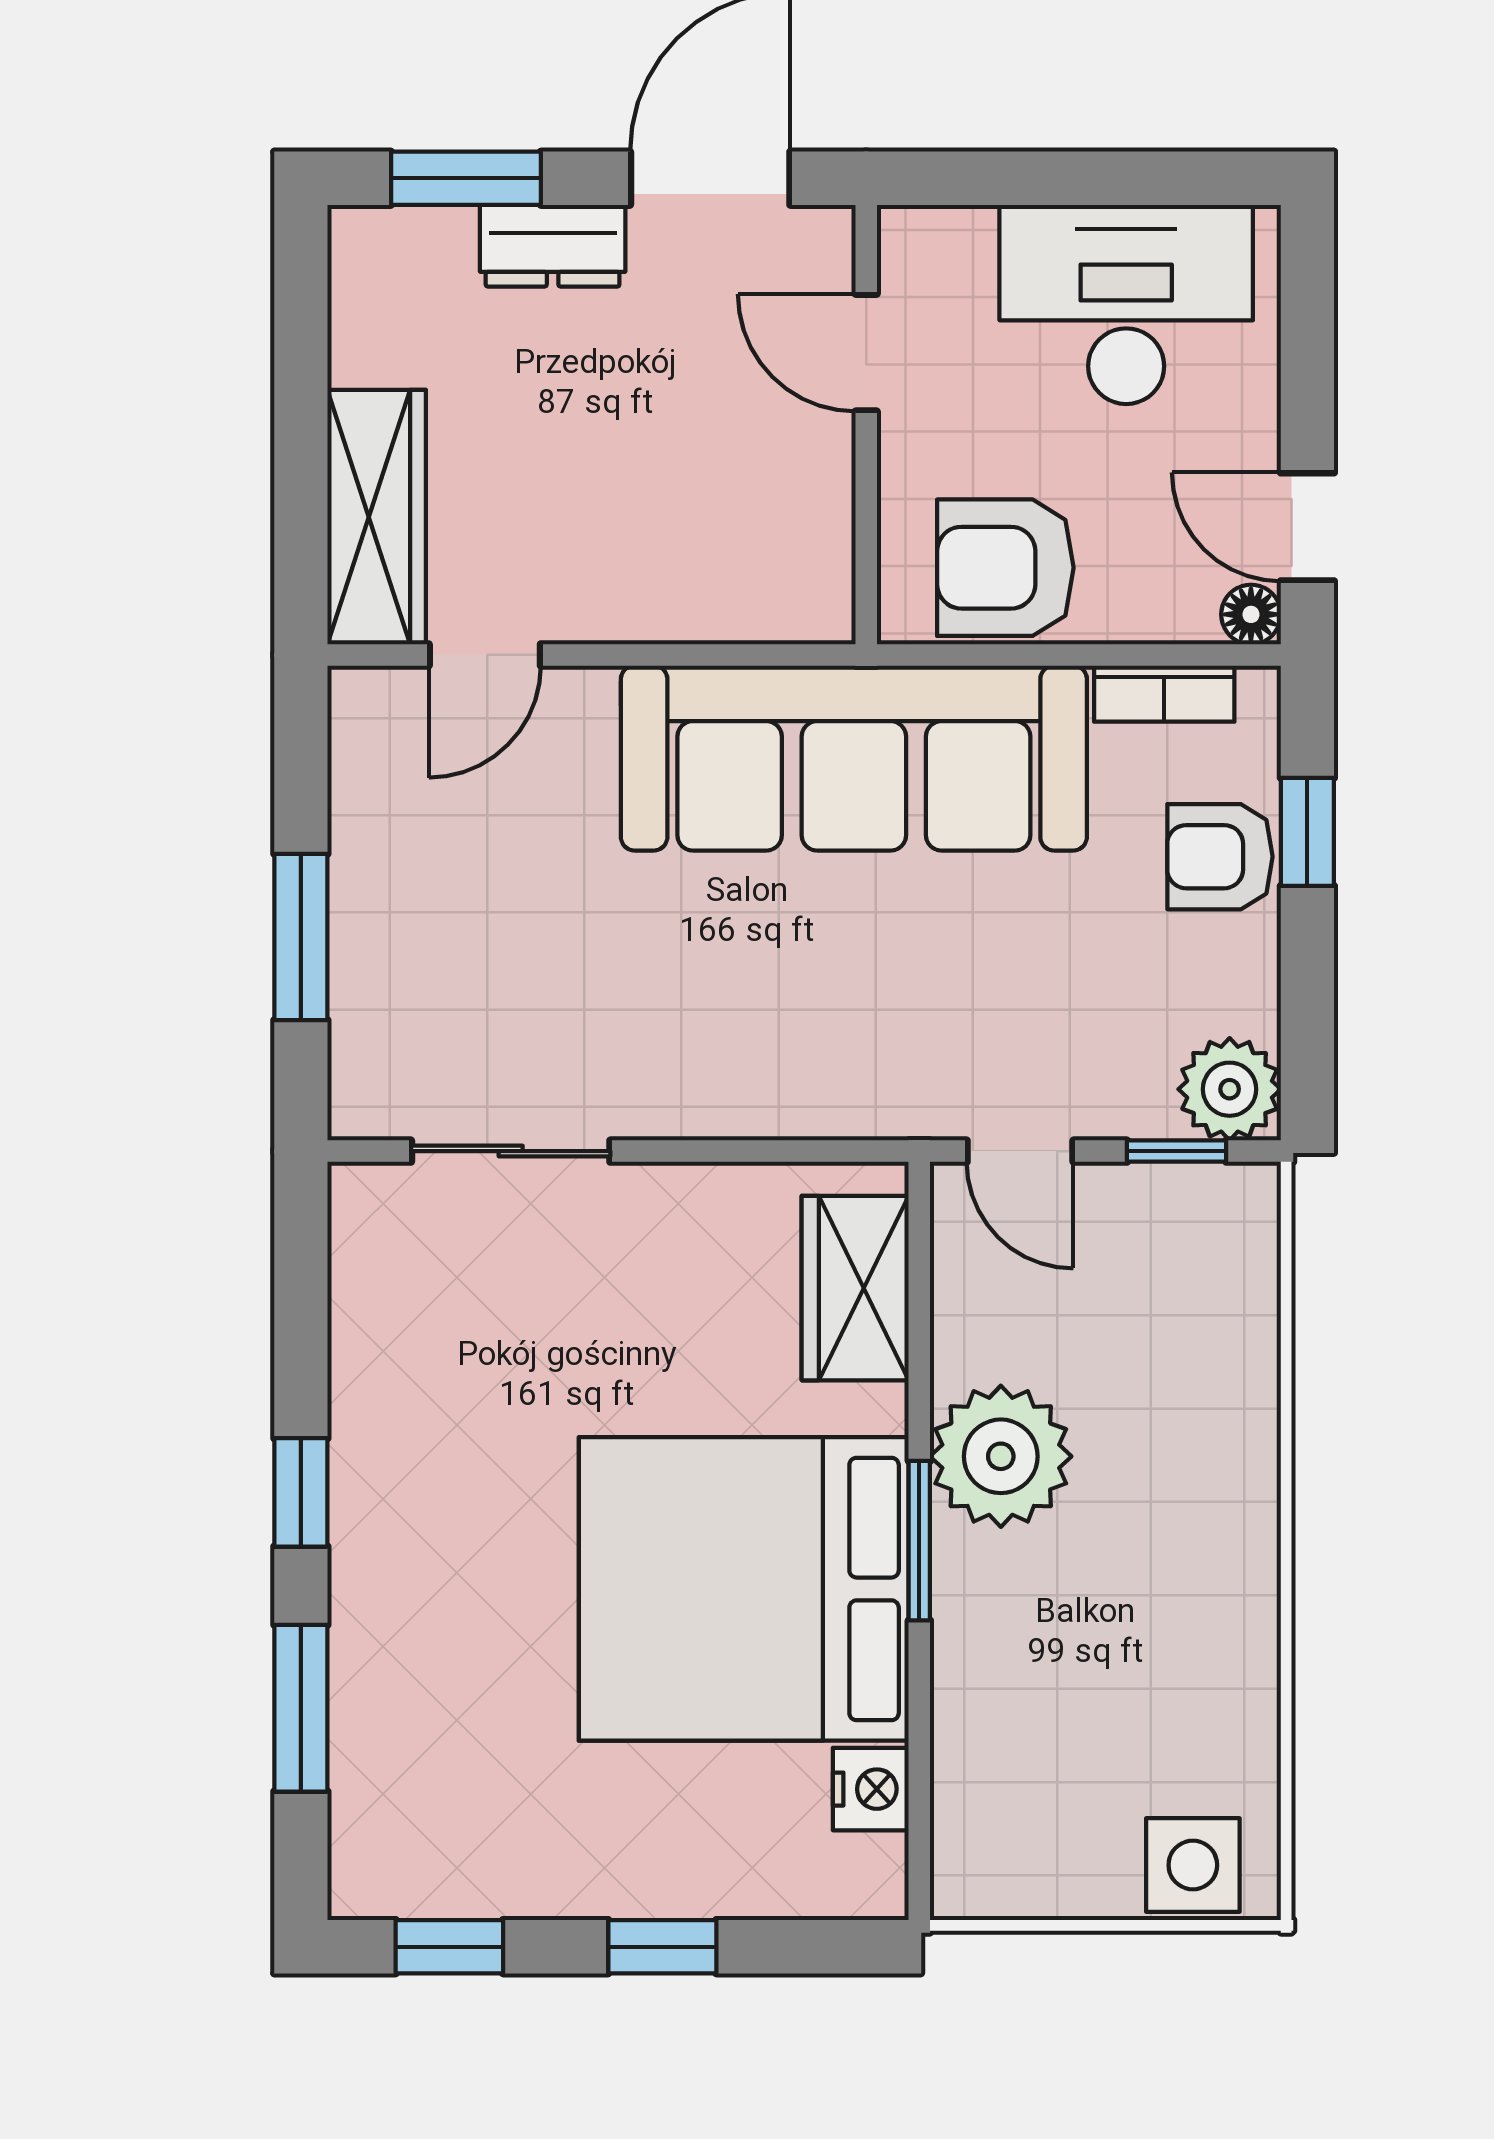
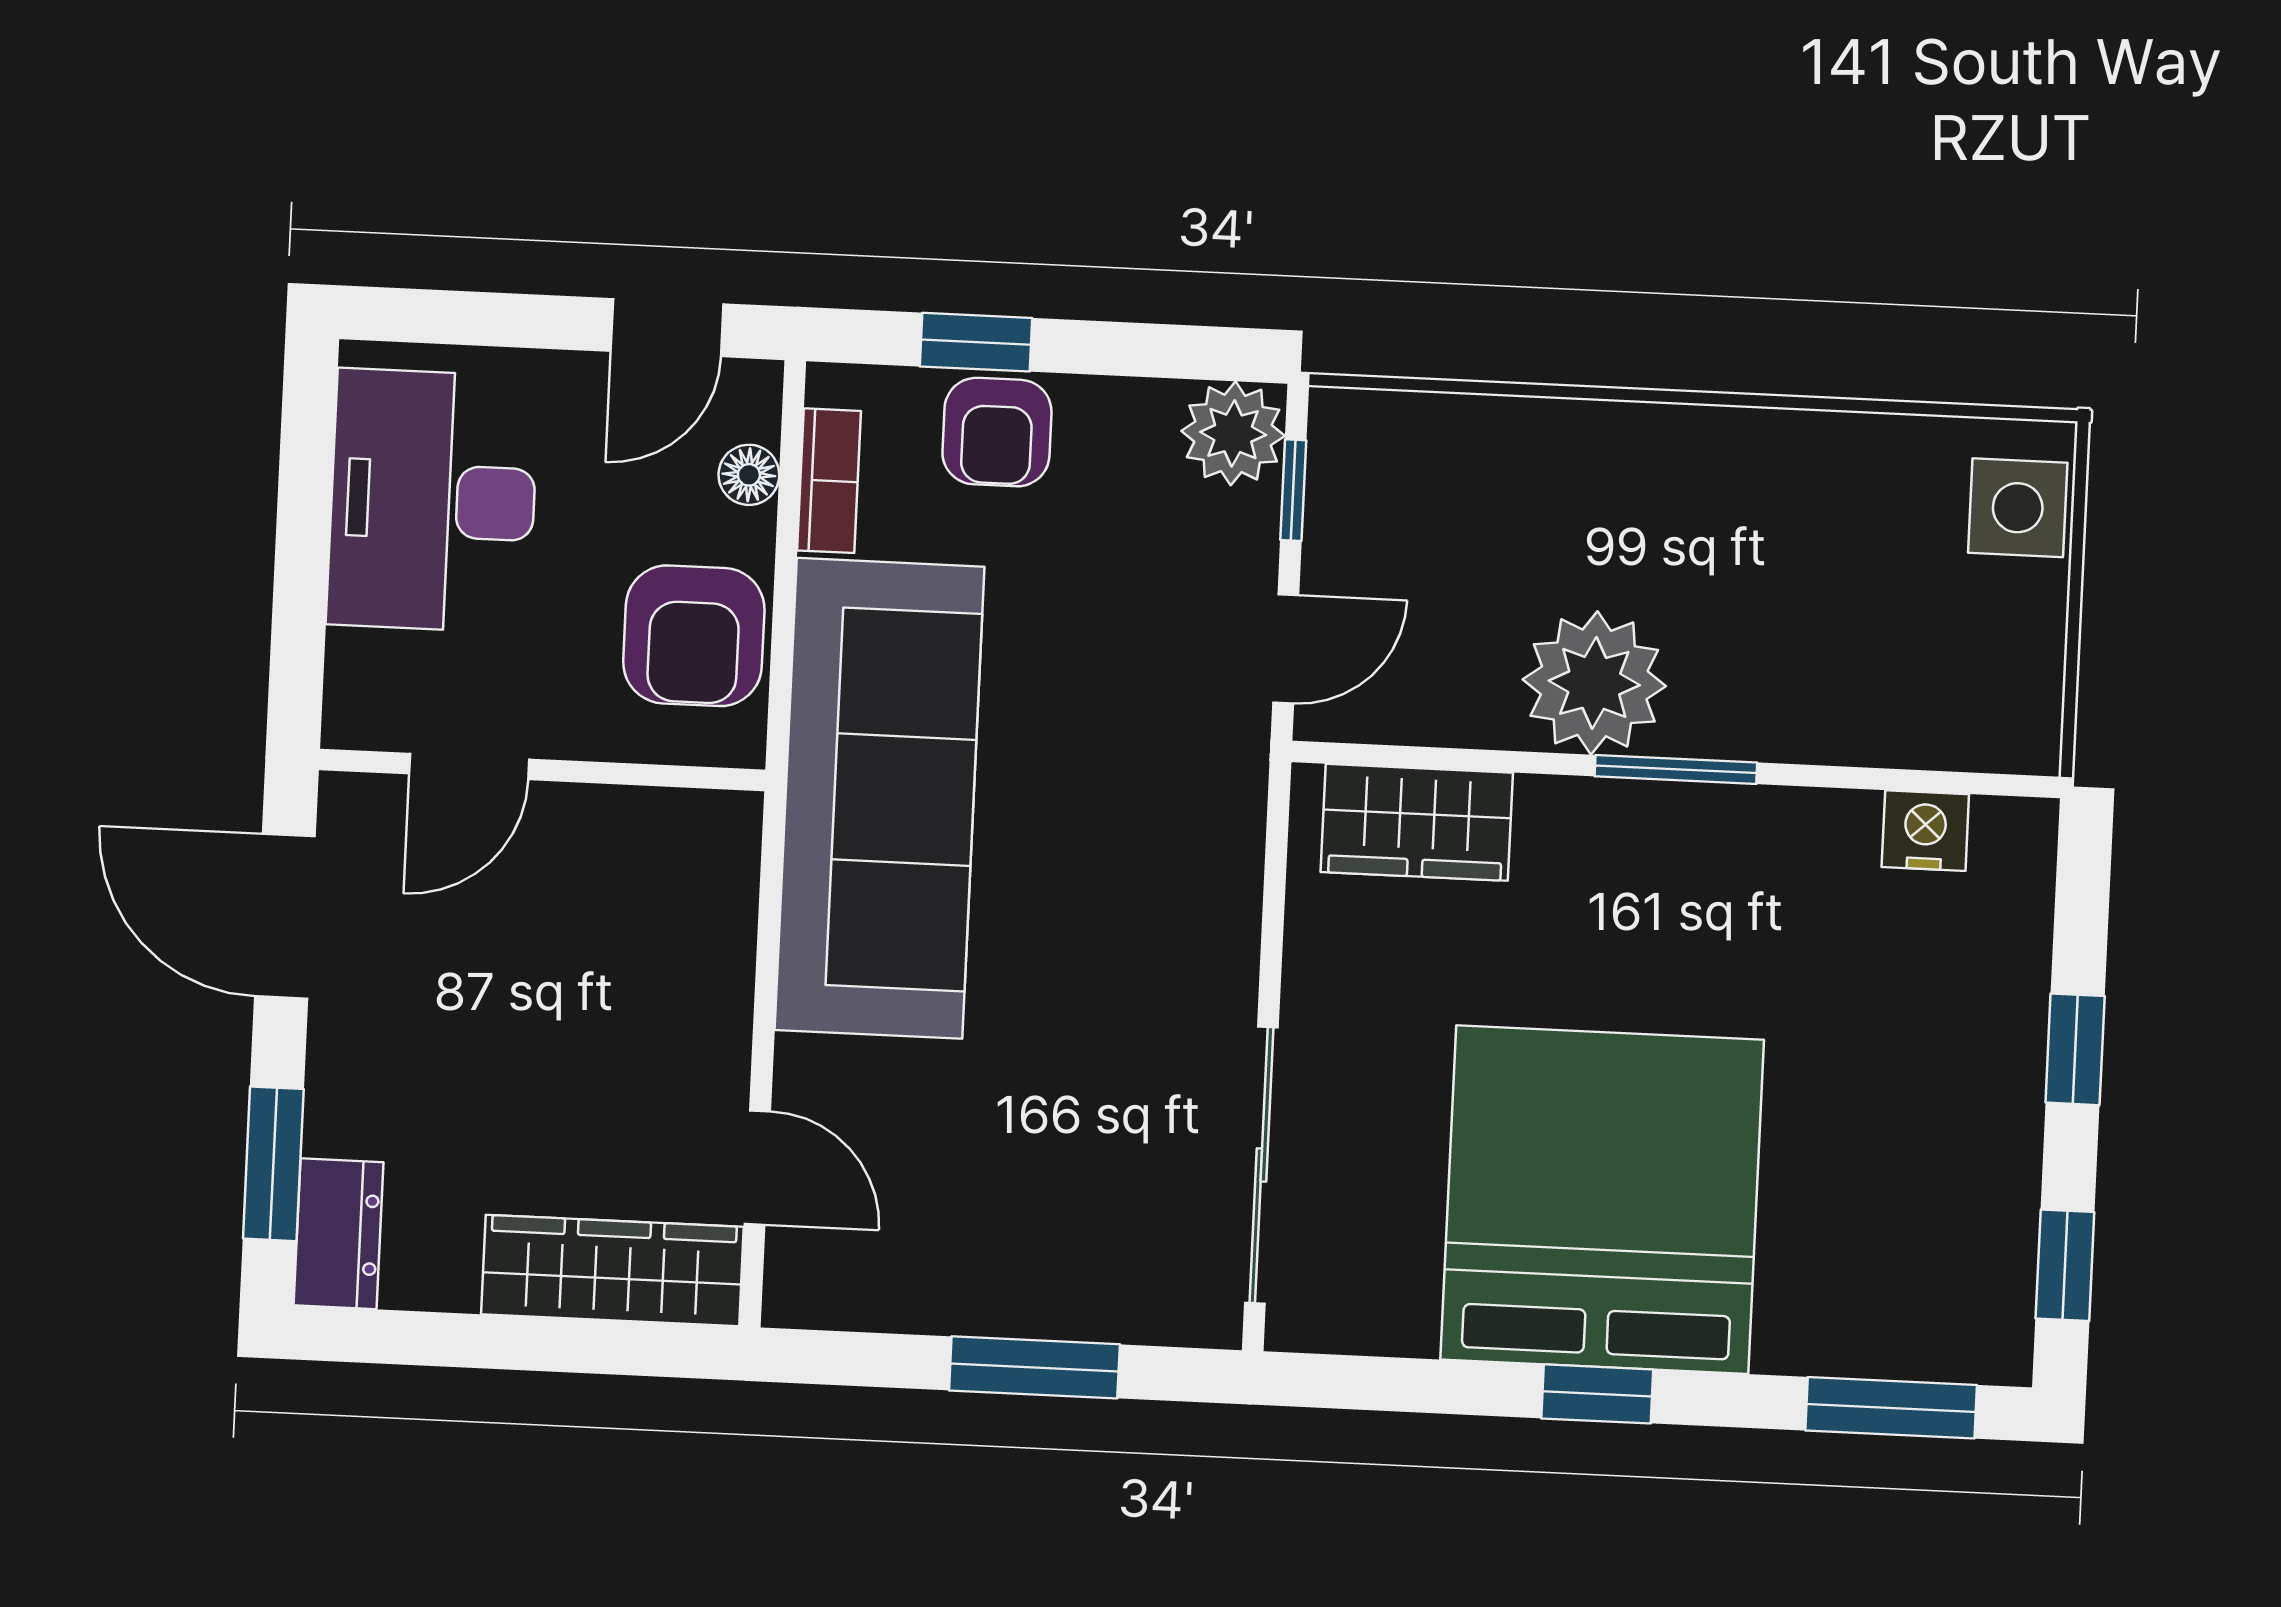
dresser: (553, 246) -> (339, 1234), moved
floor lamp: (1251, 614) -> (749, 475), moved
sliding door: (511, 1151) -> (1261, 1165), width x1.37
bed: (744, 1589) -> (1602, 1200), moved, turned 180
window: (301, 1708) -> (1891, 1408), moved

